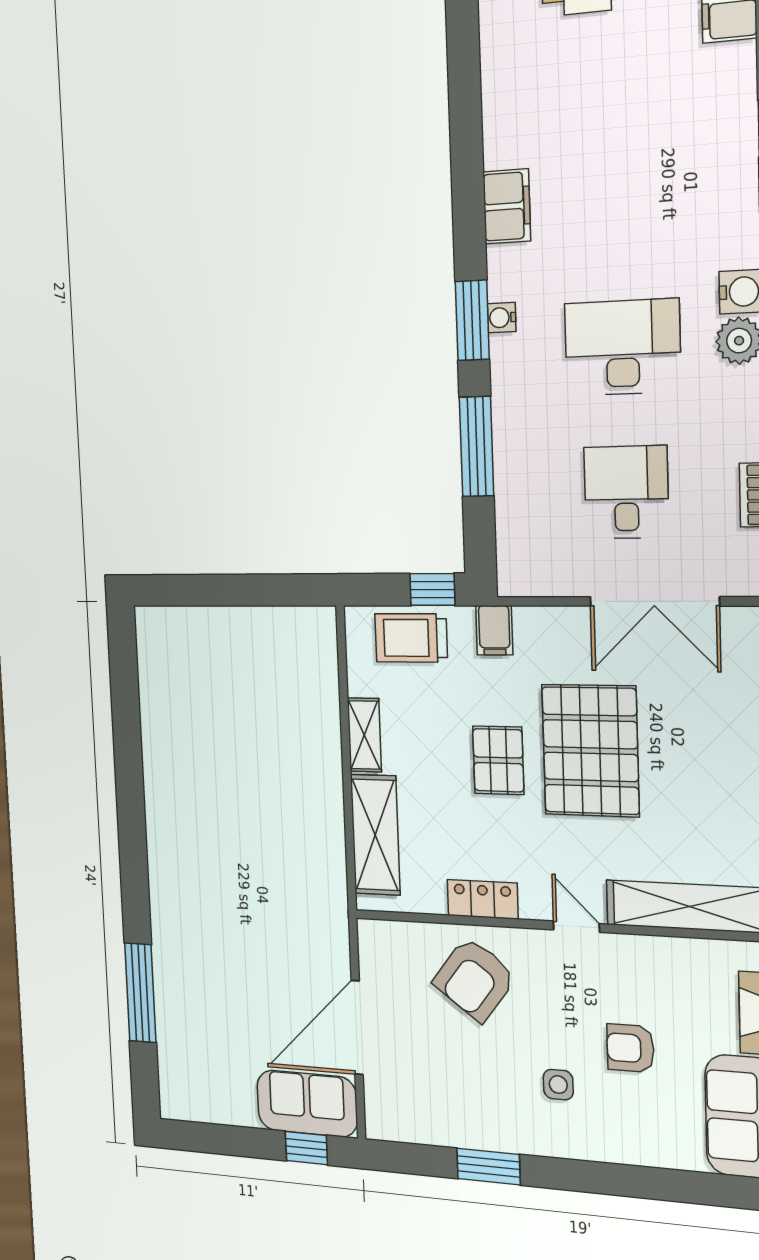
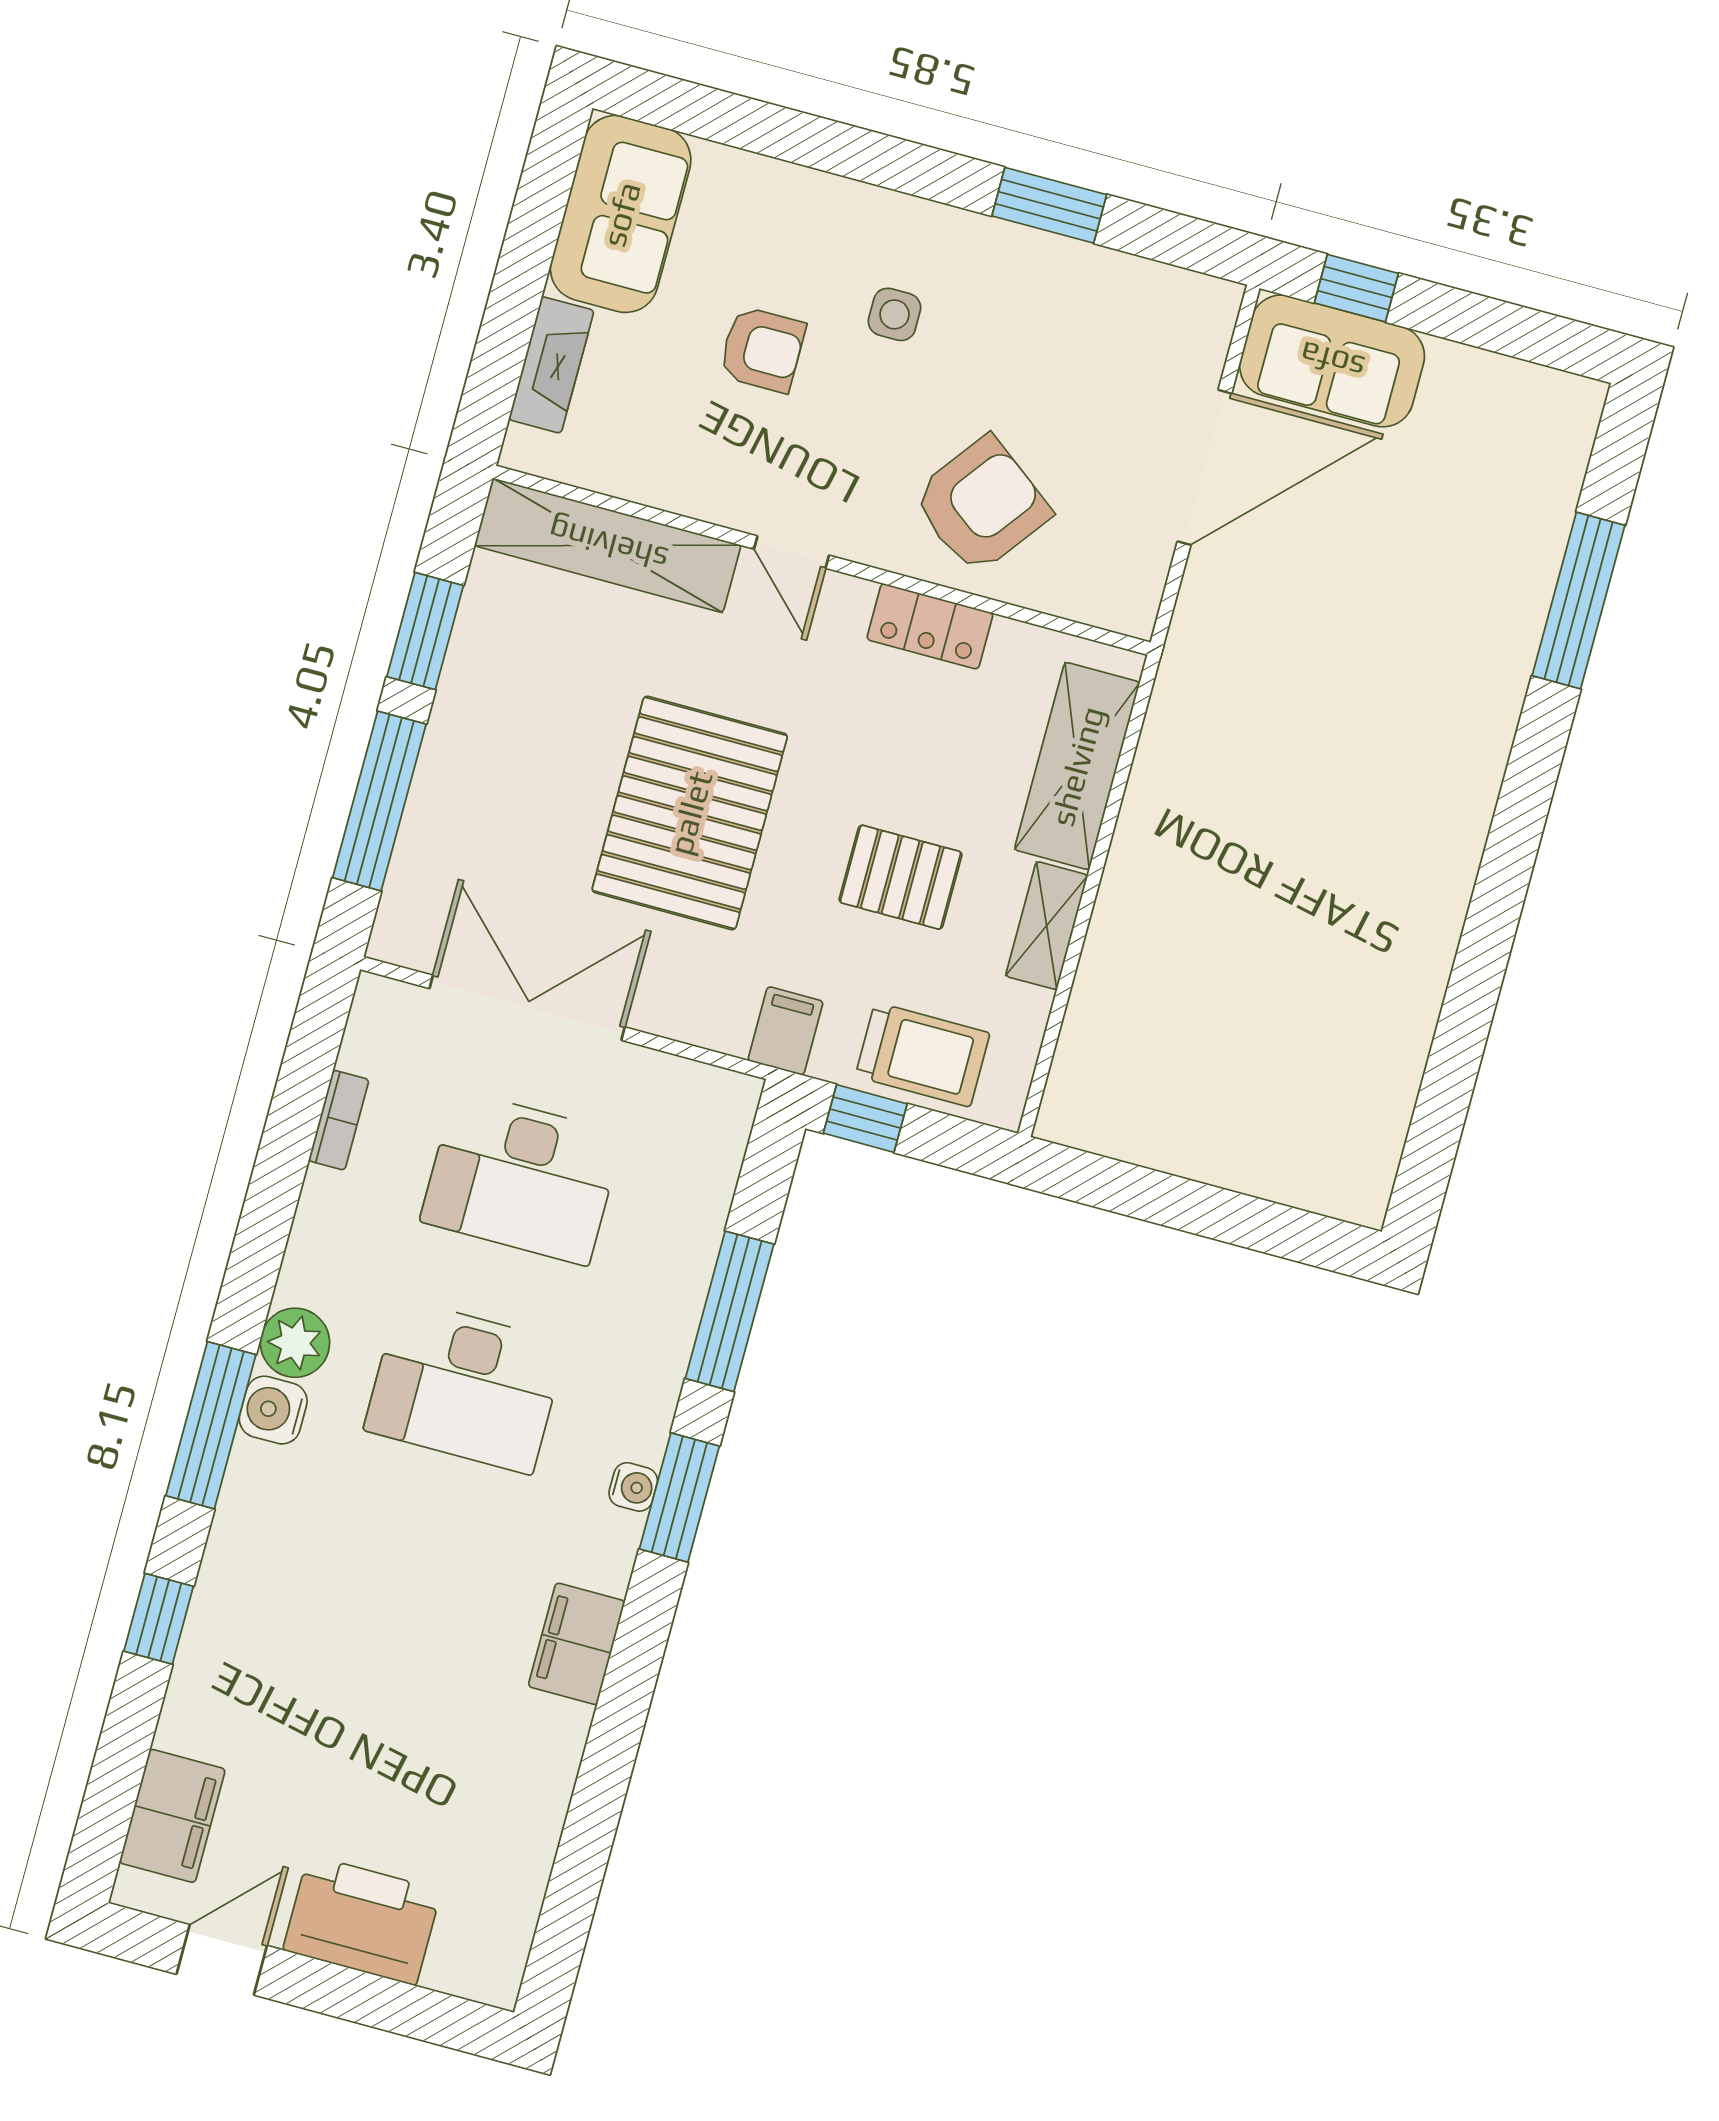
desk: (626, 492) -> (522, 1178), width x1.37
pallet: (498, 760) -> (901, 877), moved, turned 90

